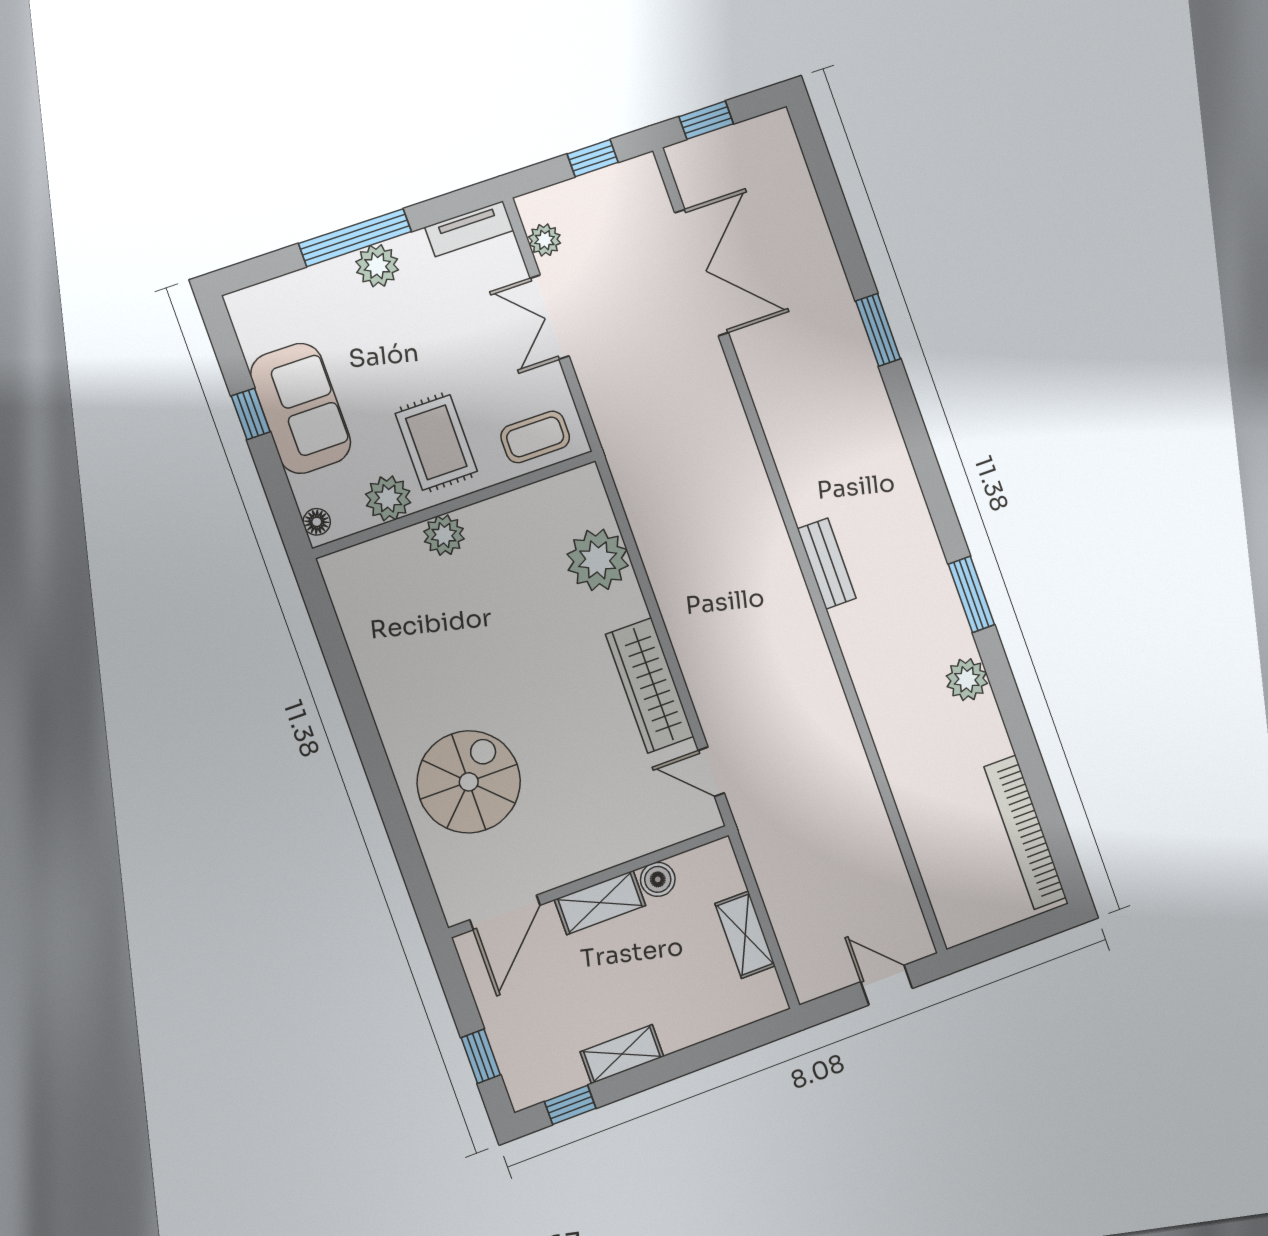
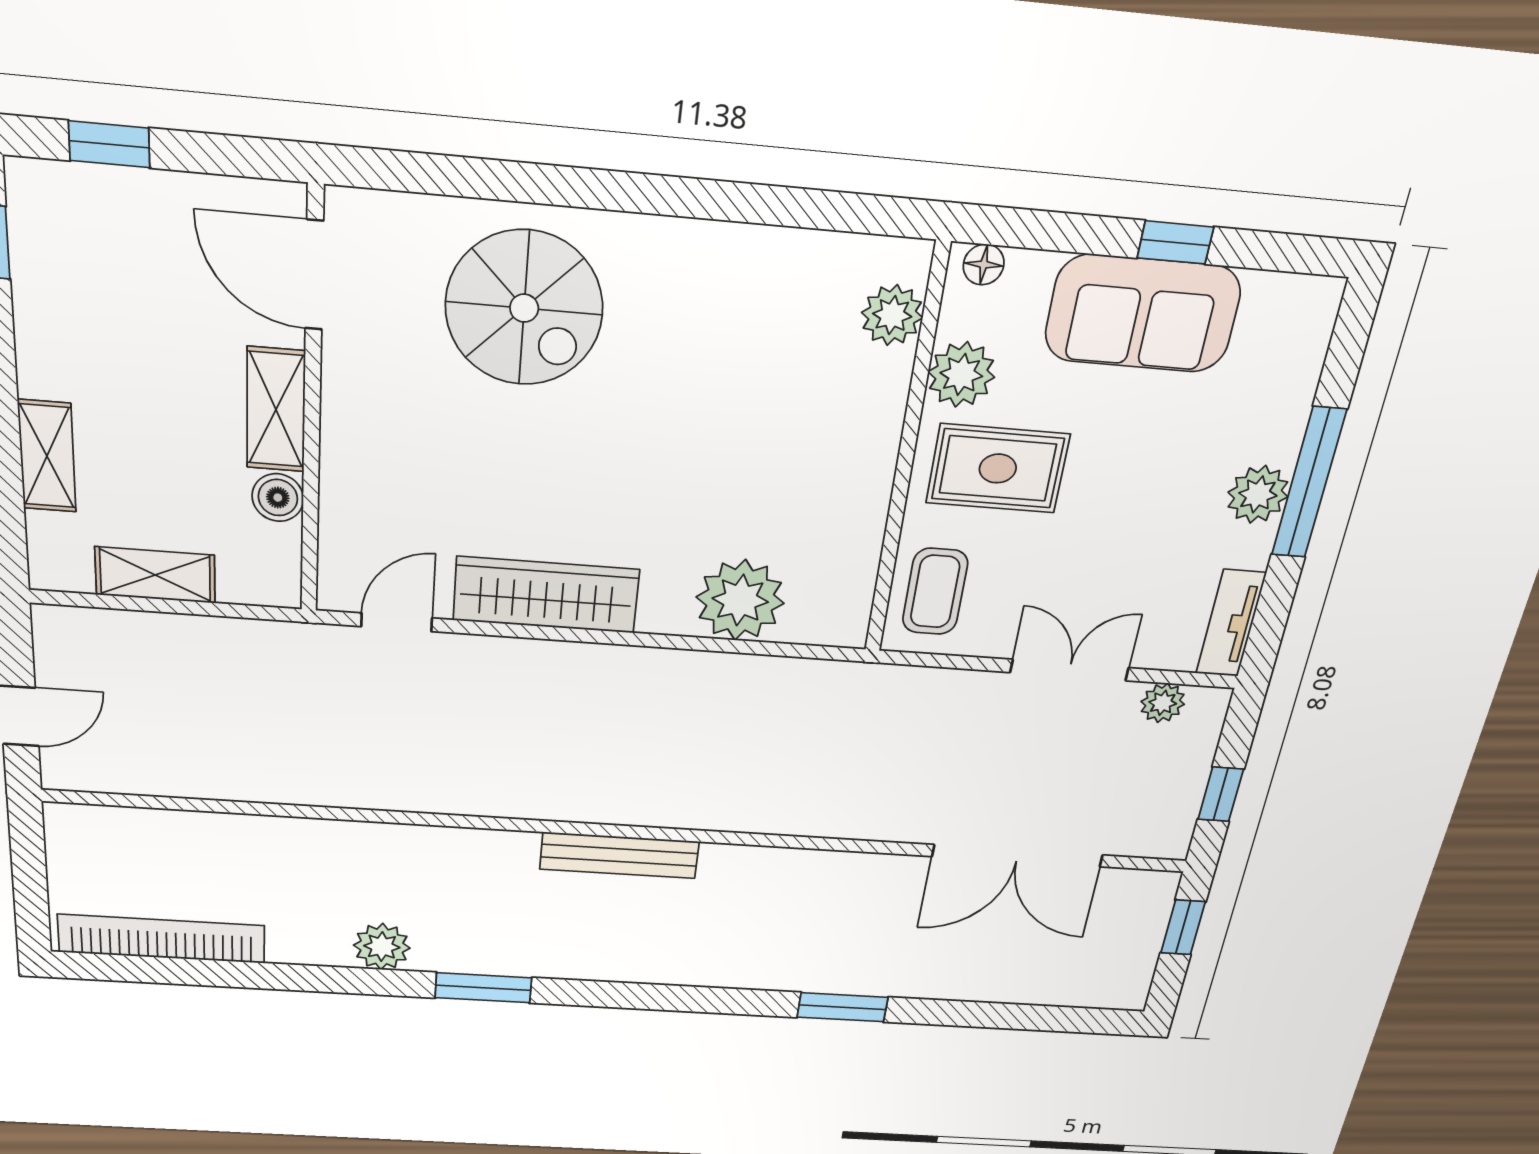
plant: (444, 535) -> (892, 315), moved
bench: (827, 564) -> (619, 855), width x1.36
shelving: (622, 1054) -> (47, 456), moved

